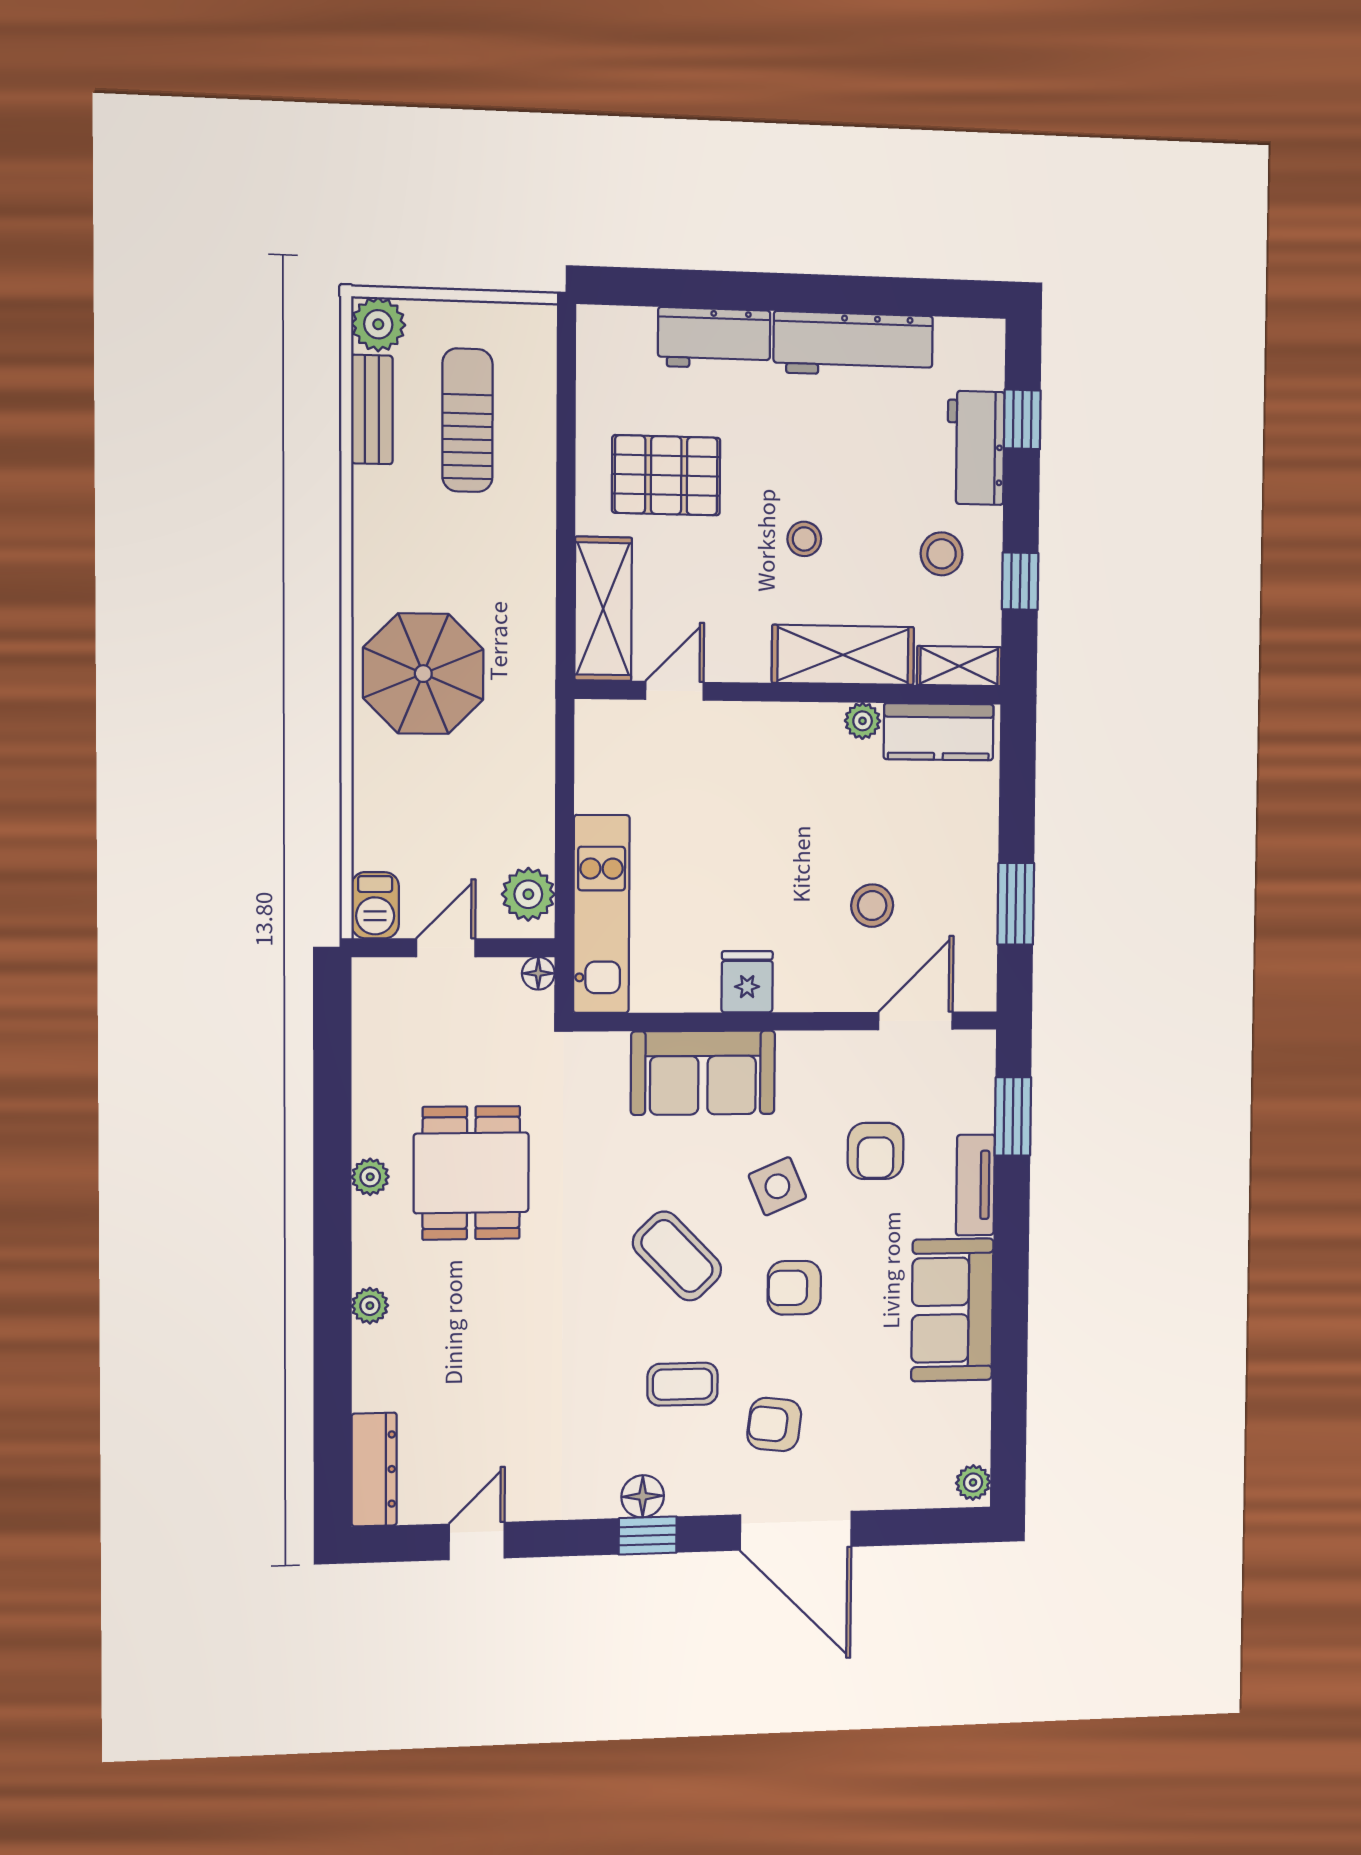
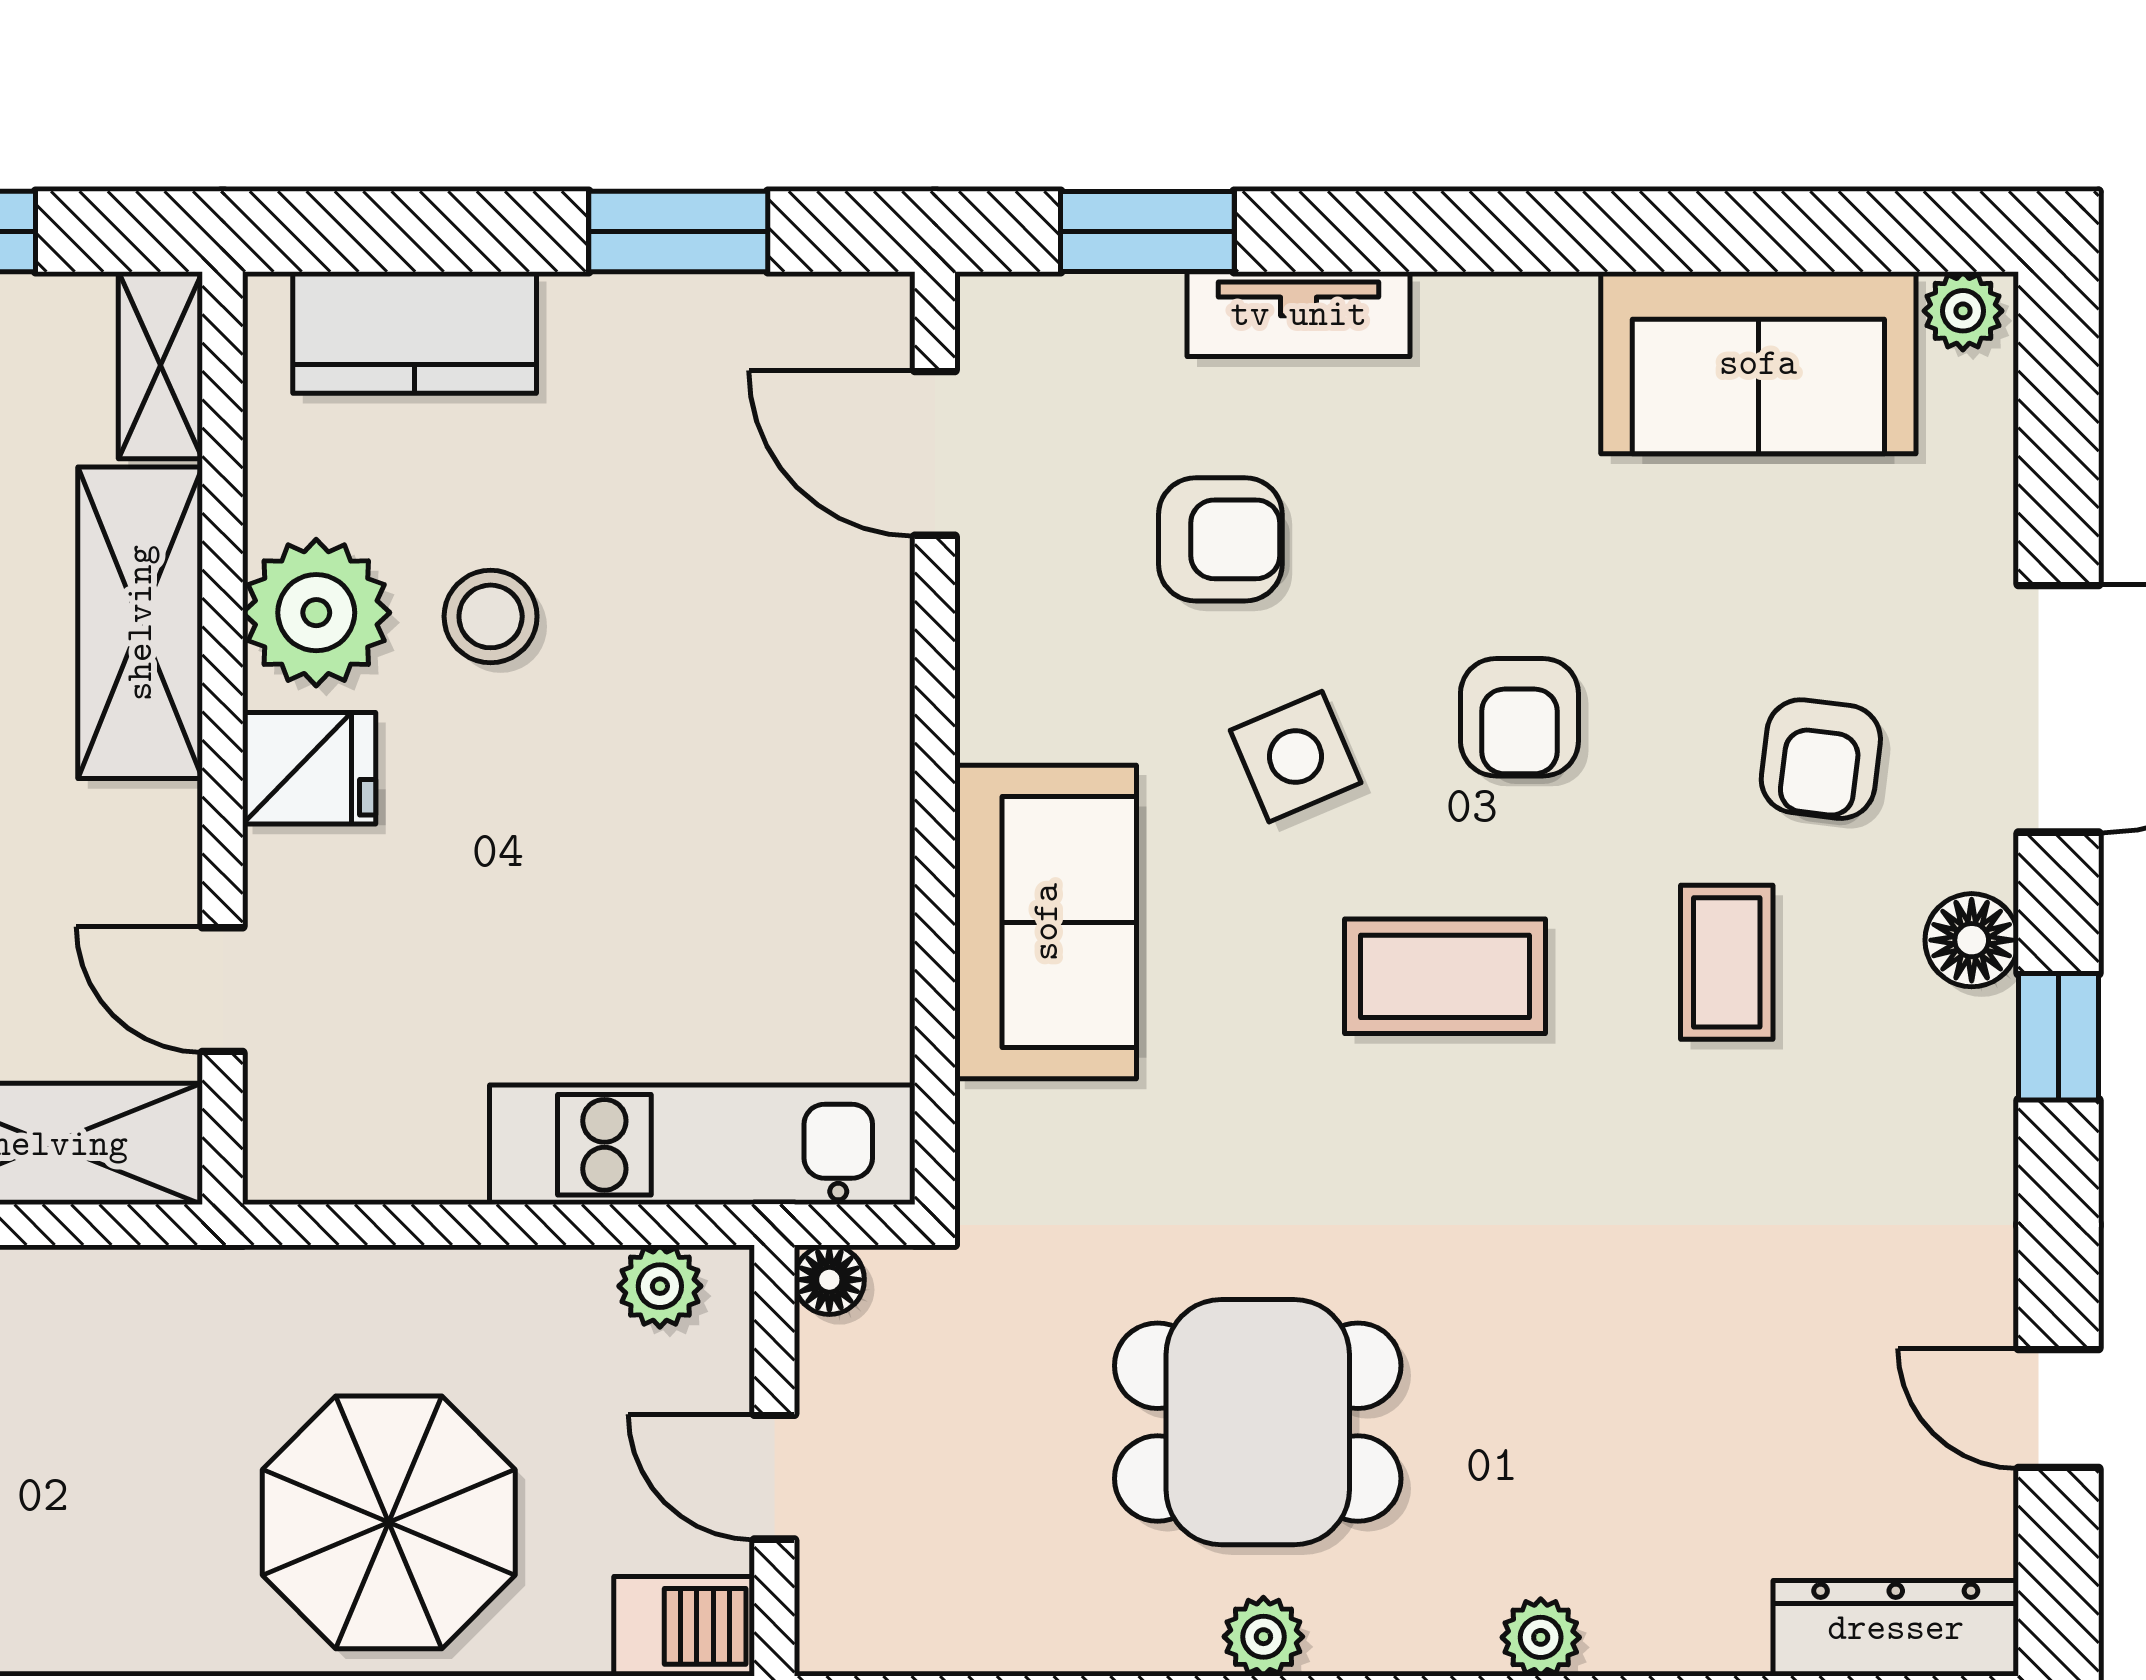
parasol: (423, 674) -> (389, 1522), moved
plant: (863, 721) -> (316, 613), width x1.88, depth x1.88
kitchen counter: (939, 732) -> (415, 333), moved, turned 90
plant: (528, 894) -> (660, 1286), width x0.73, depth x0.73
stool: (872, 906) -> (491, 616), moved
fridge: (747, 982) -> (309, 768), moved, turned 180
coffee table: (677, 1256) -> (1445, 976), turned 44
sofa: (952, 1310) -> (1758, 363), moved
floor lamp: (643, 1496) -> (1972, 940), moved

